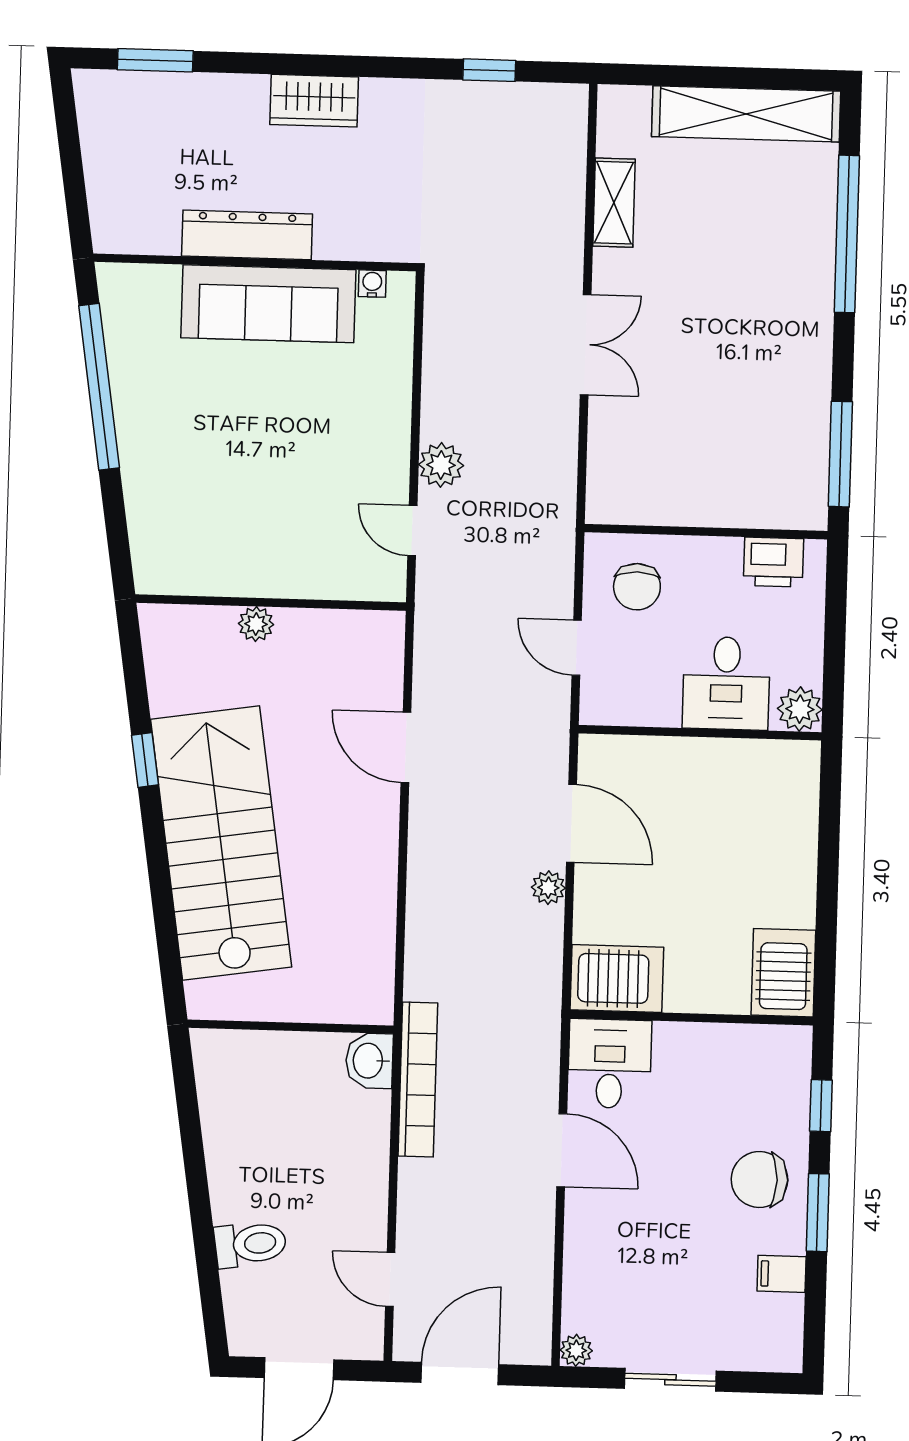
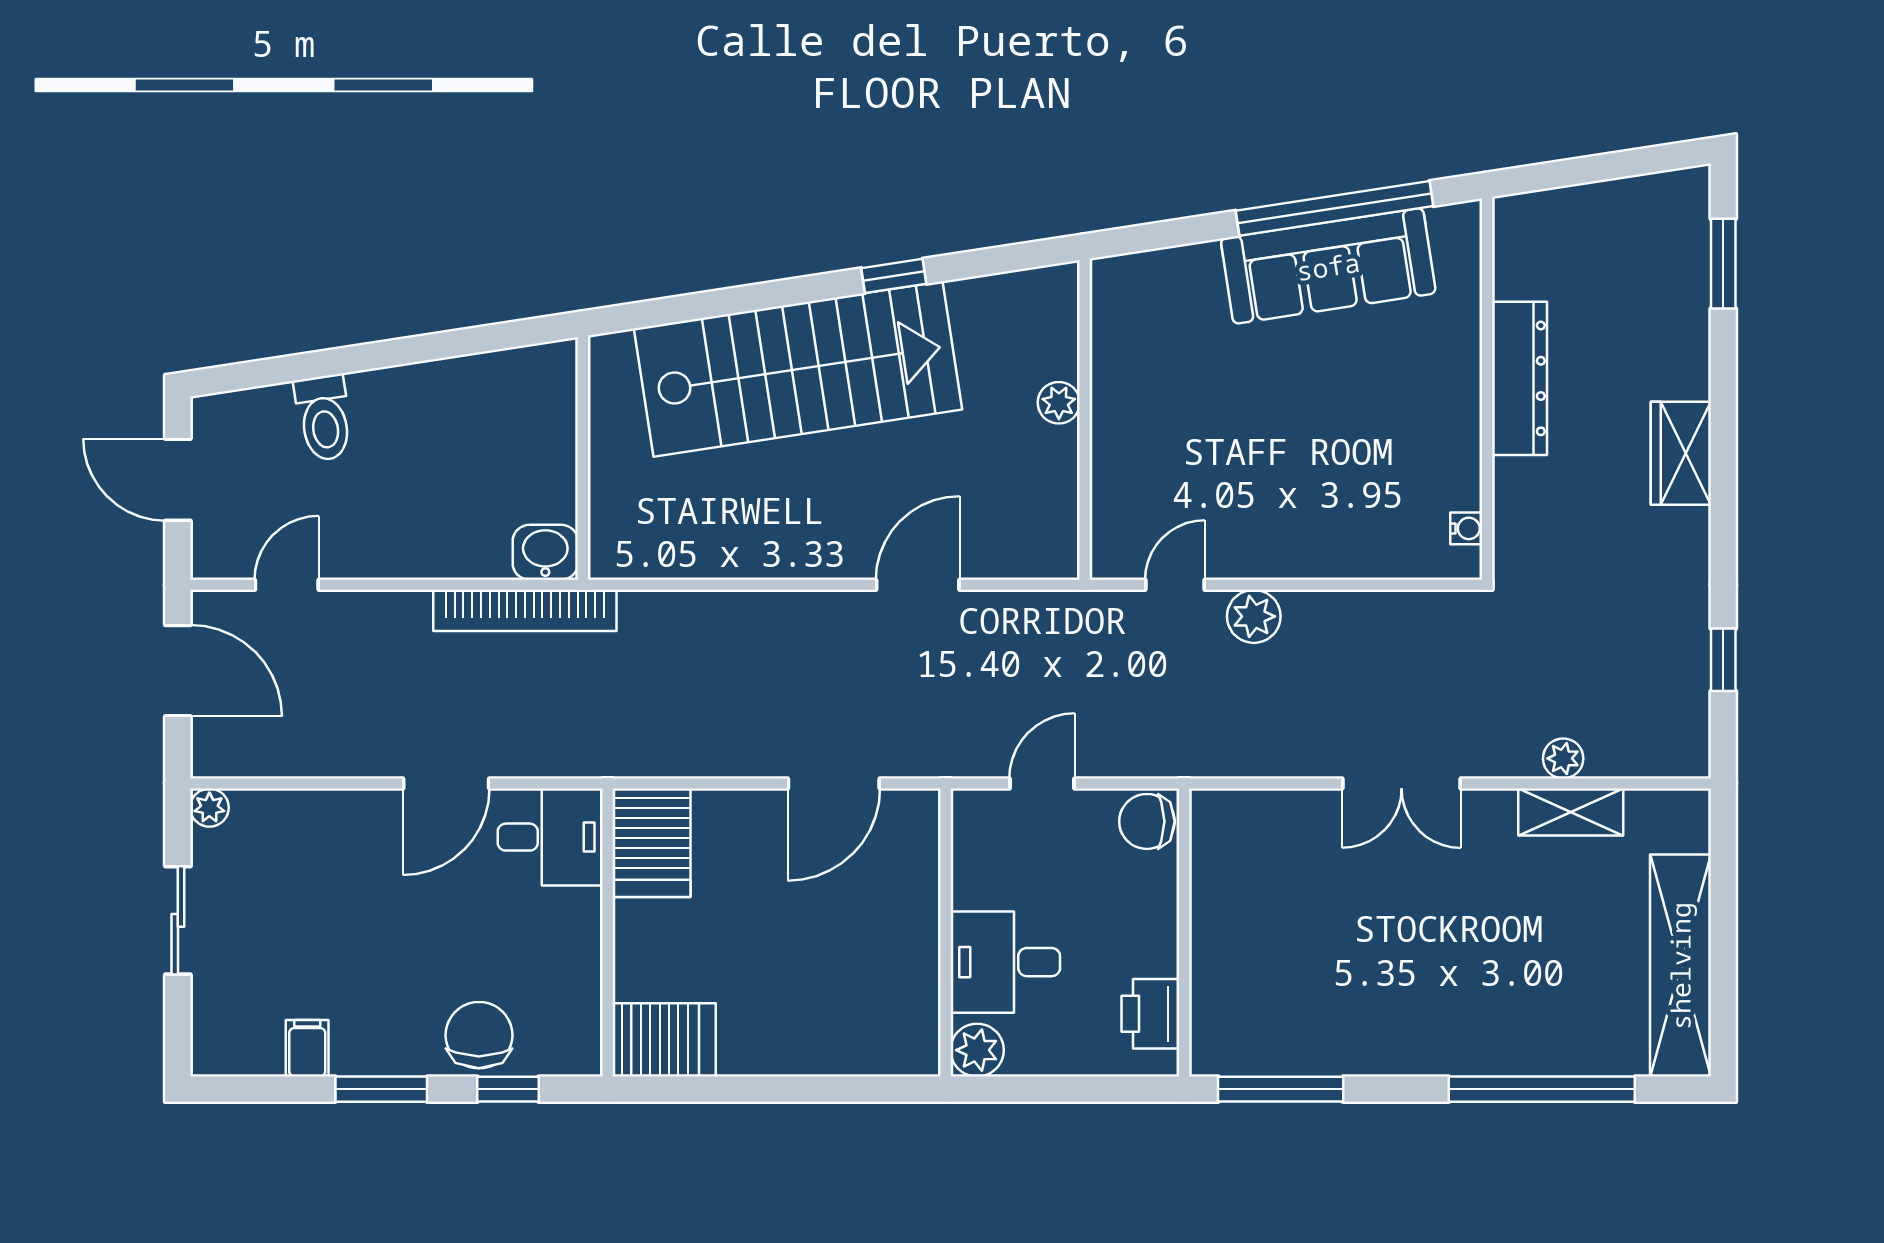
sofa: (268, 304) -> (1328, 266), moved, turned -99
chair: (637, 587) -> (1147, 821), moved
plant: (548, 888) -> (1563, 758), moved
chair: (759, 1179) -> (479, 1035), moved

